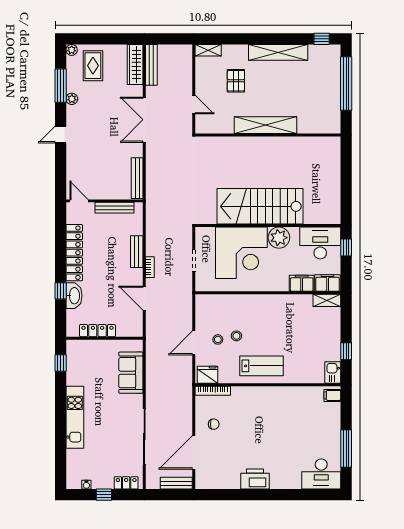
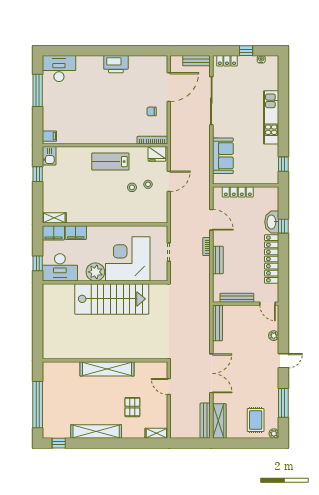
plant: (72, 99) -> (274, 336), moved
locker: (97, 331) -> (238, 192), moved
bench: (176, 483) -> (196, 61), moved

